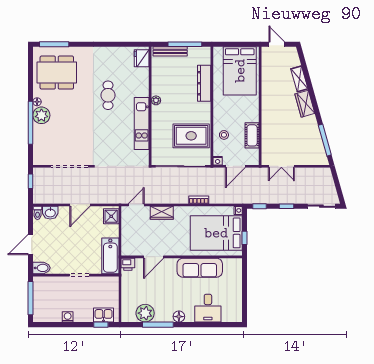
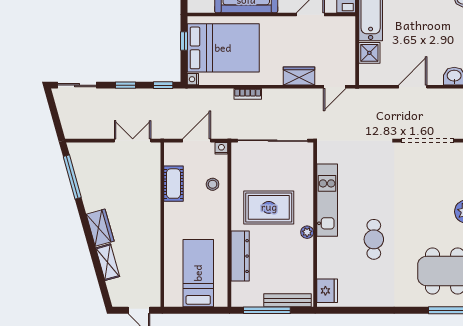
bed: (240, 71) -> (198, 273), width x0.67
rug: (191, 136) -> (269, 207), moved
shower: (111, 216) -> (369, 53), moved

